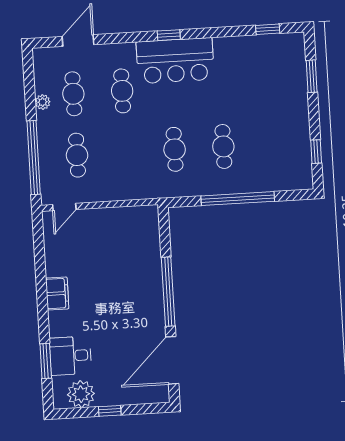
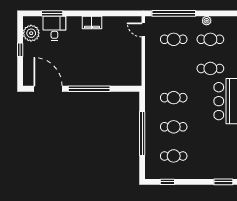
window: (312, 76) -> (223, 182), moved
cafe table: (272, 144) -> (174, 156), added

